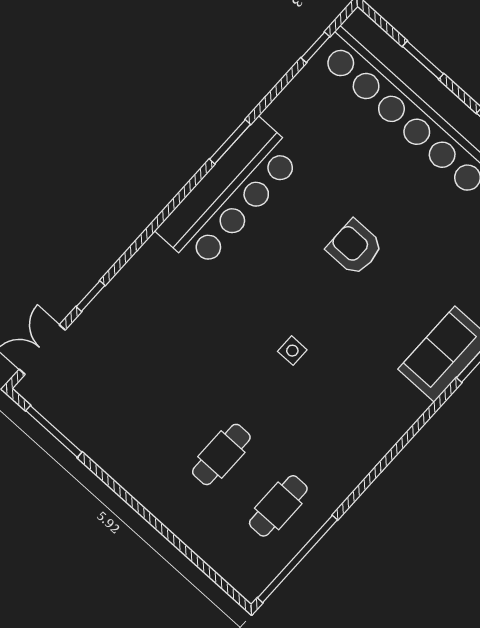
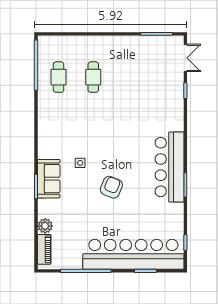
armchair: (355, 247) -> (111, 187), turned -68
side table: (292, 351) -> (80, 163), moved

